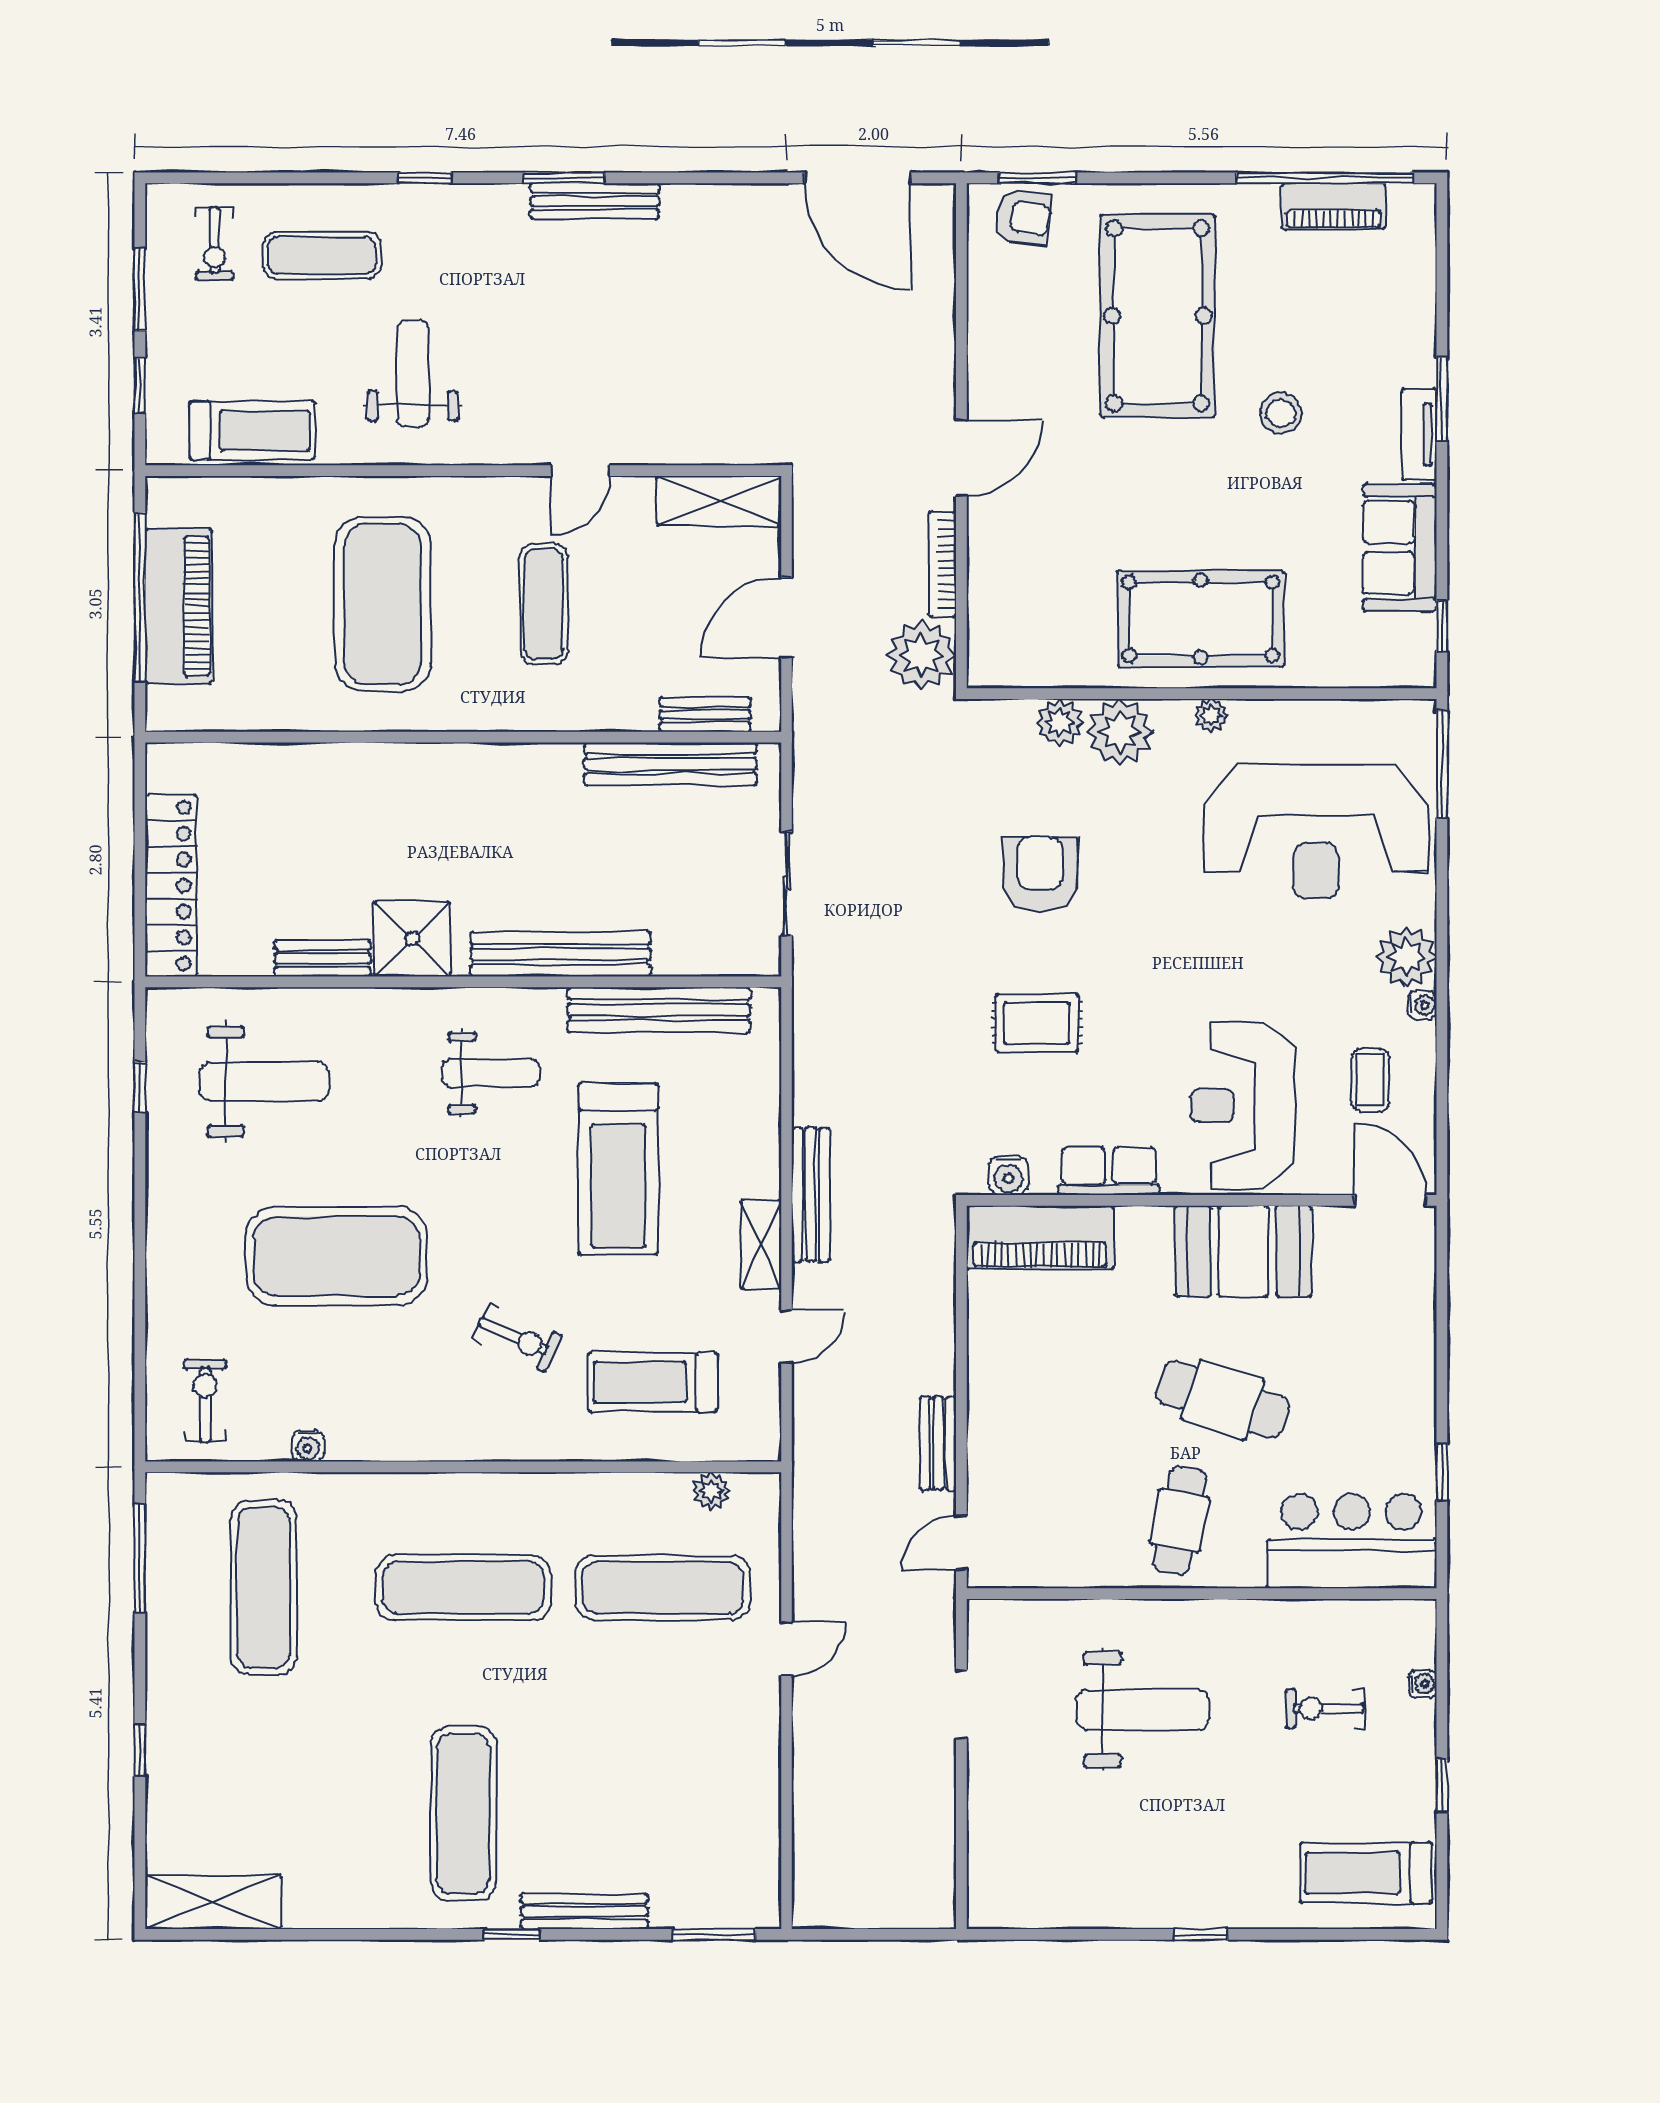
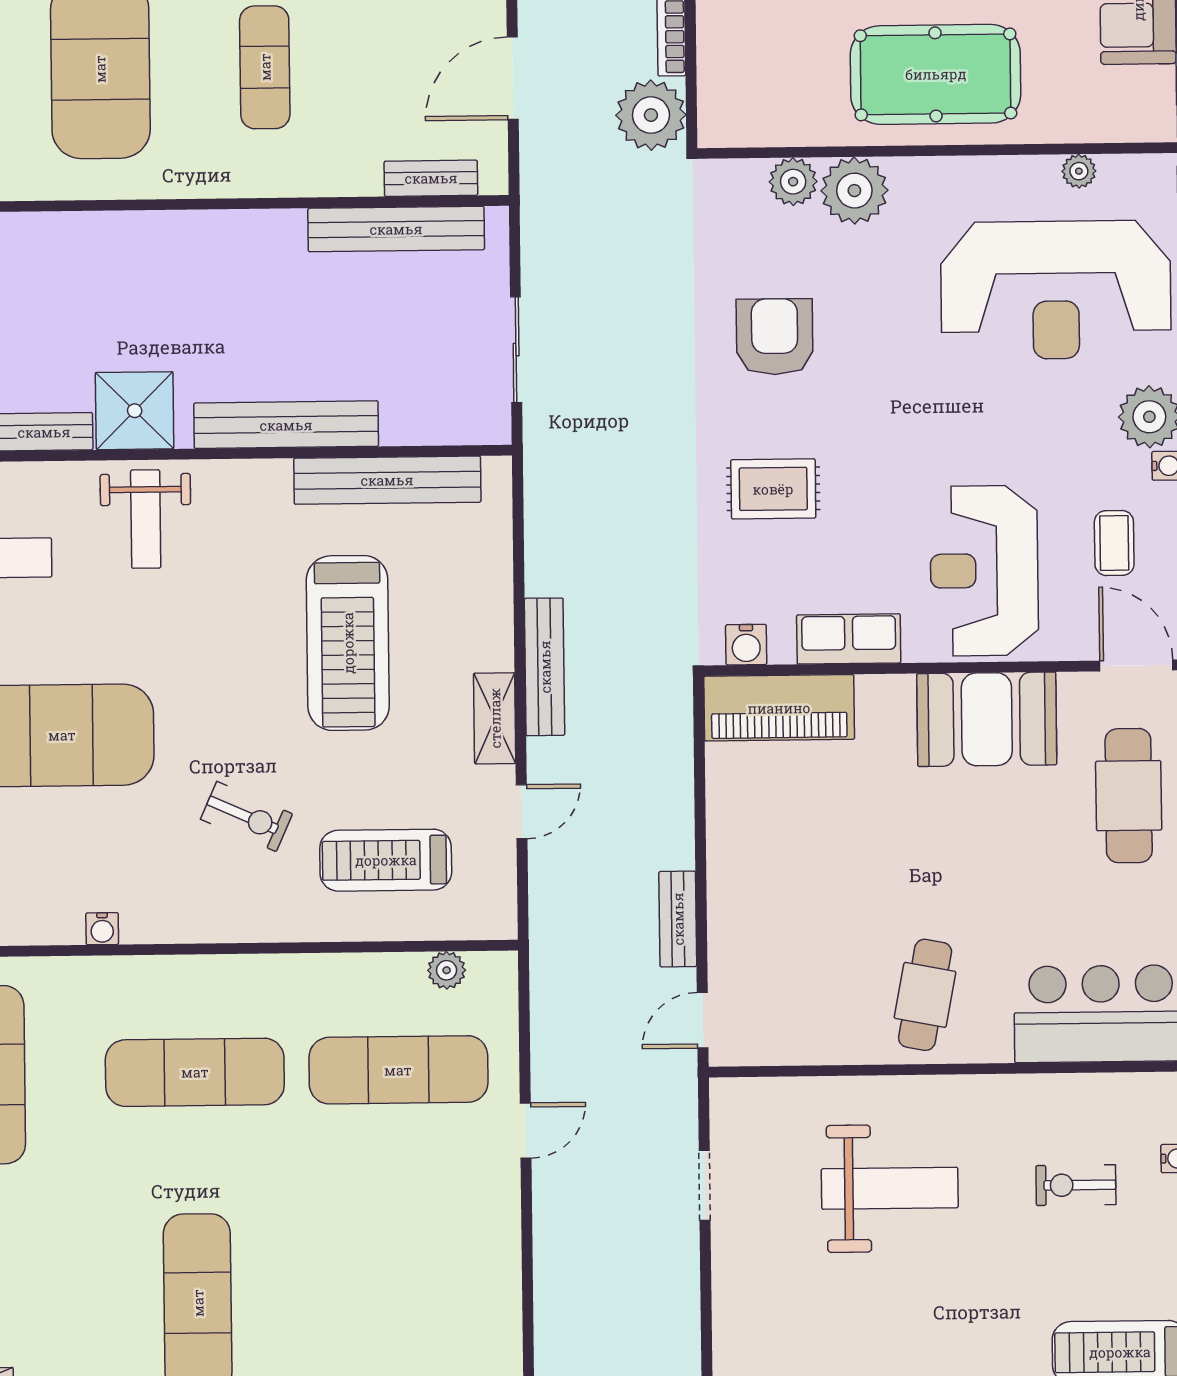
plant: (1211, 715) -> (1079, 171), moved
weight bench: (491, 1073) -> (146, 519), moved, turned 90
cafe table: (1223, 1400) -> (1129, 796), moved, turned 72
water cooler: (308, 1446) -> (102, 929), moved

